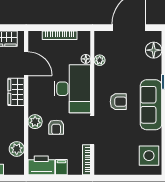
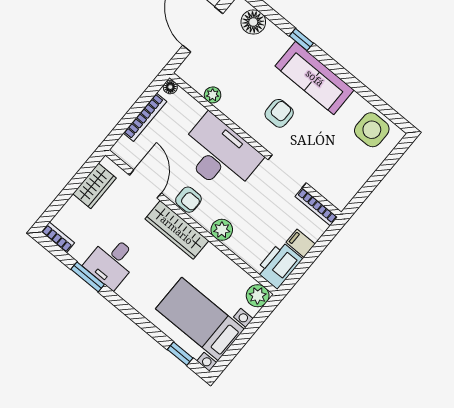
floor lamp: (86, 59) -> (170, 87), moved
door: (26, 64) -> (145, 184), hinge flipped
wardrobe: (16, 92) -> (177, 230), width x1.50
armchair: (56, 127) -> (188, 200), moved
plant: (17, 149) -> (258, 296), moved

